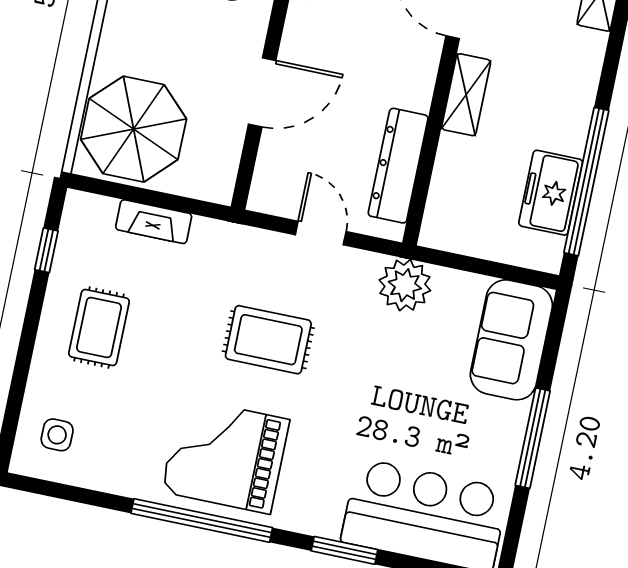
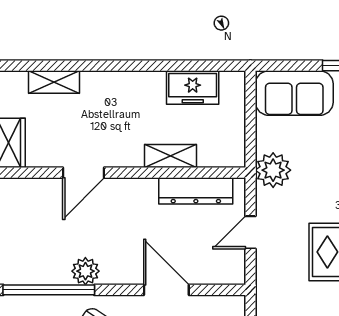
shelving: (466, 95) -> (171, 156), moved
window: (586, 182) -> (181, 66), removed

